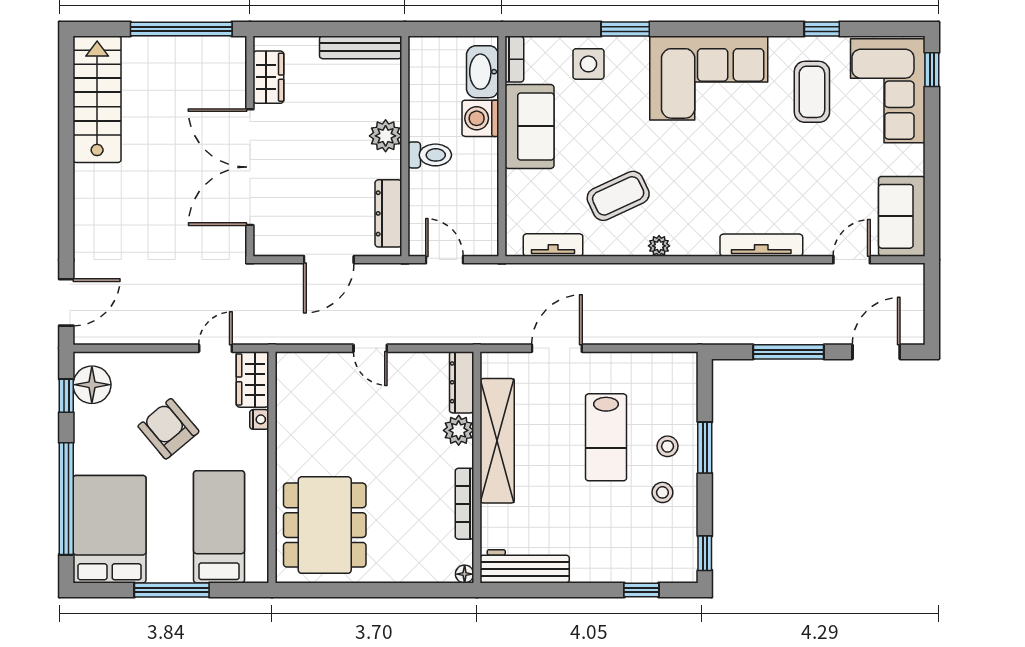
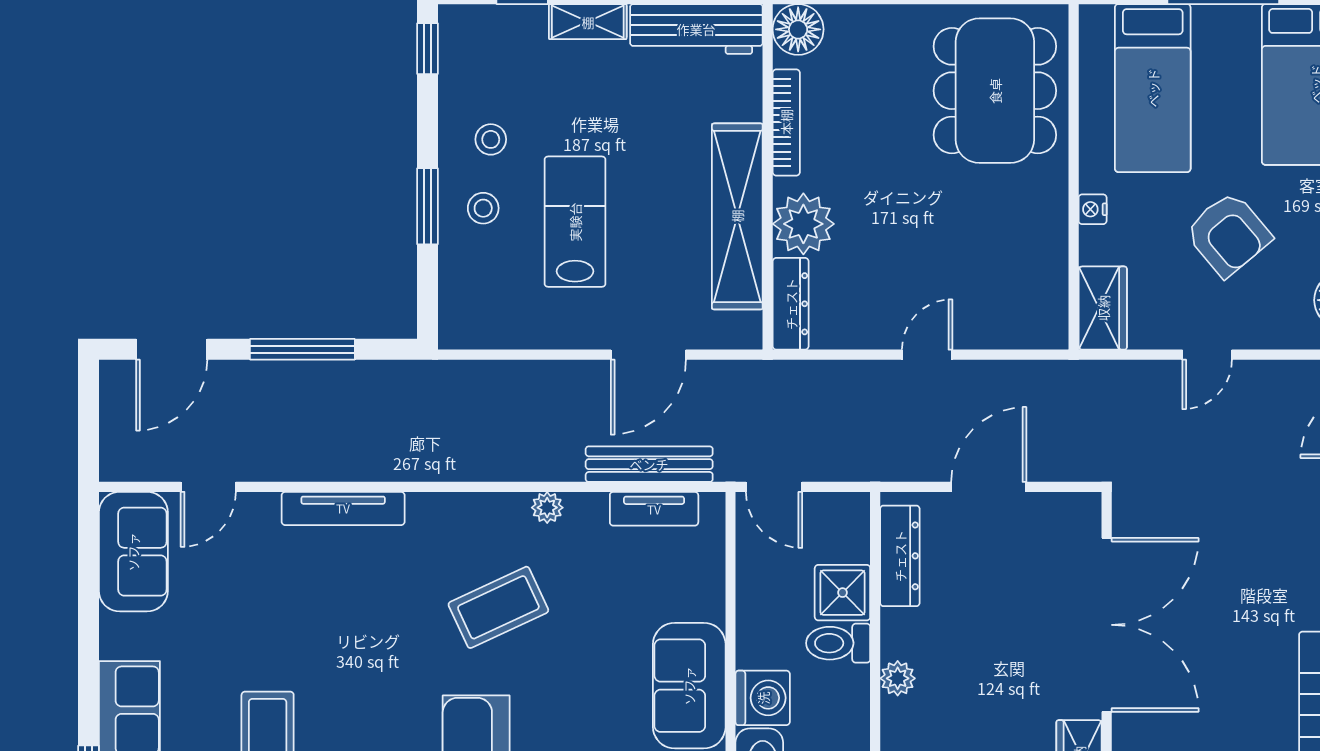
plant: (386, 136) -> (898, 678), width x0.73, depth x0.73
shower: (427, 189) -> (842, 593), added
coffee table: (618, 196) -> (498, 607), moved
plant: (659, 246) -> (547, 508), moved
door: (445, 260) -> (774, 487), moved
bench: (556, 275) -> (649, 464), added
door: (215, 348) -> (1207, 355), moved
door: (370, 348) -> (927, 355), hinge flipped
nightstand: (259, 419) -> (1093, 209), moved
plant: (459, 430) -> (803, 224), width x1.36, depth x1.36
shelving: (597, 571) -> (588, 22), added
floor lamp: (465, 574) -> (798, 29), width x1.89, depth x1.89

